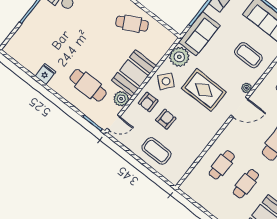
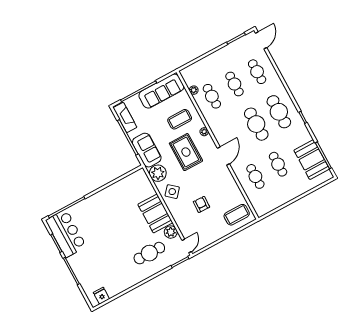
cafe table: (132, 24) -> (116, 199), removed
fridge: (45, 74) -> (101, 296), moved
rug: (204, 90) -> (186, 152), moved, turned 90
armchair: (148, 102) -> (182, 212), removed
door: (239, 107) -> (223, 156), moved
coffee table: (157, 151) -> (237, 215), moved

